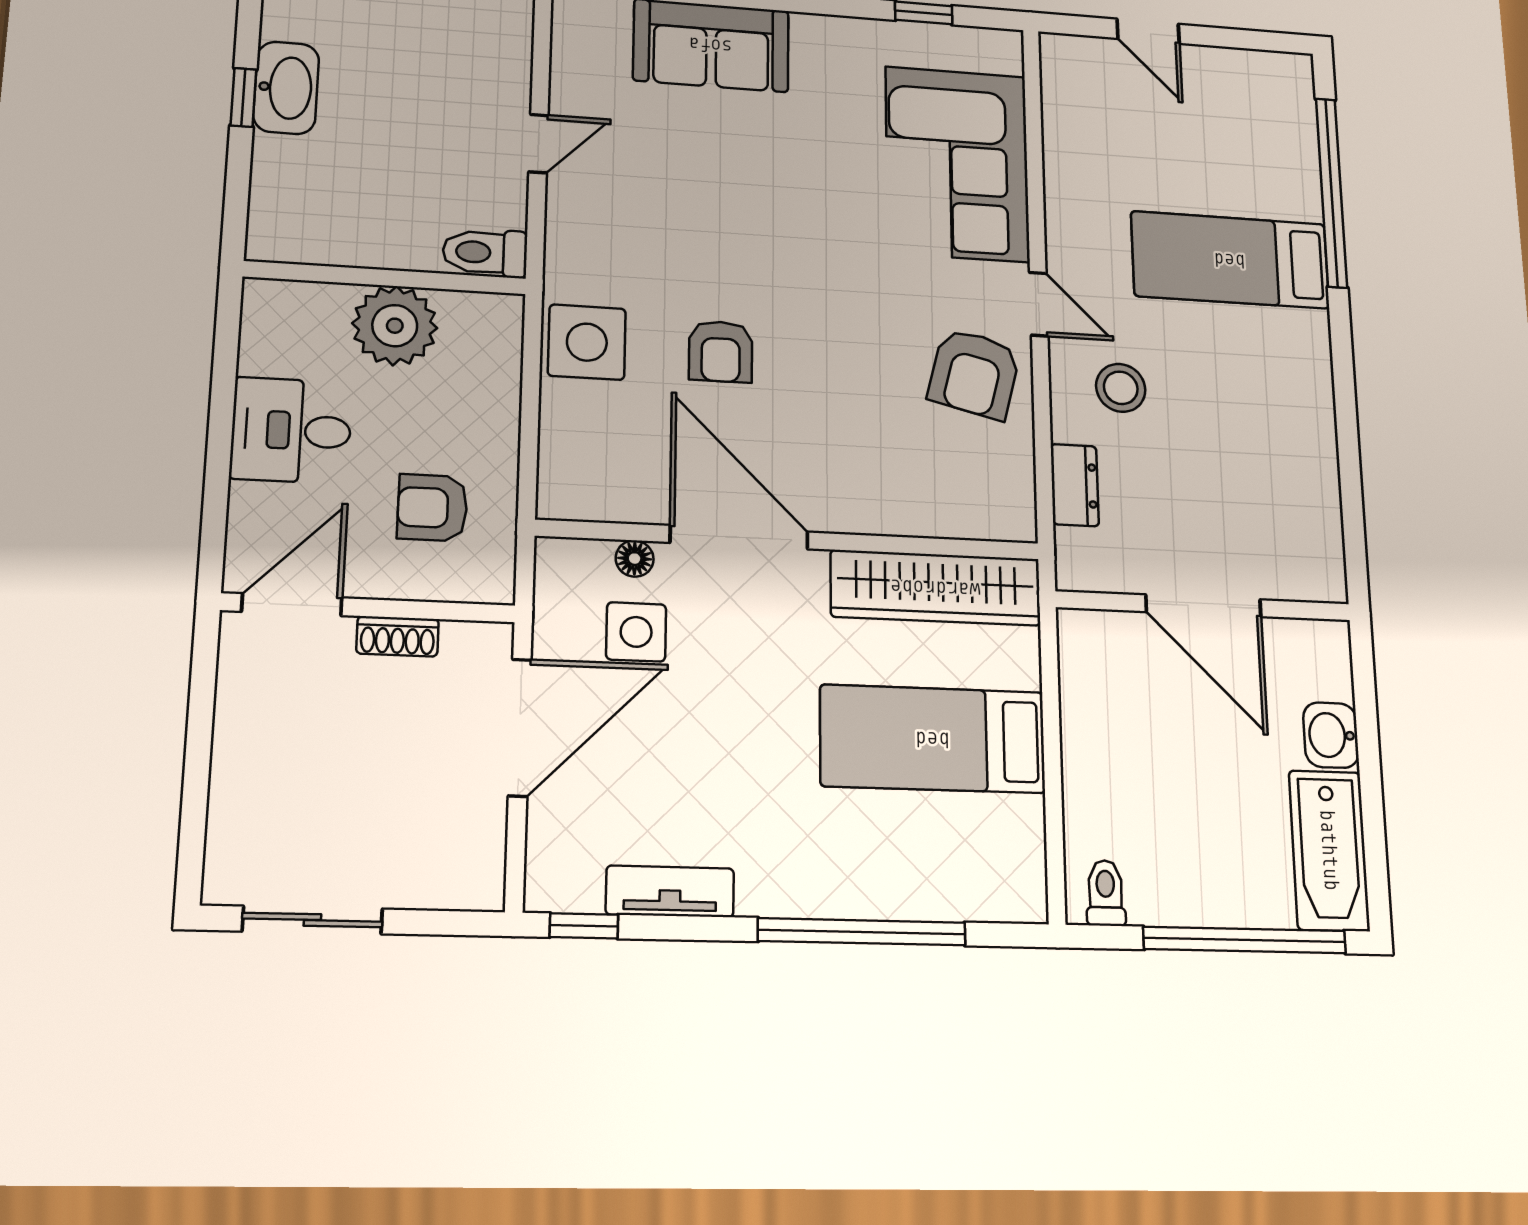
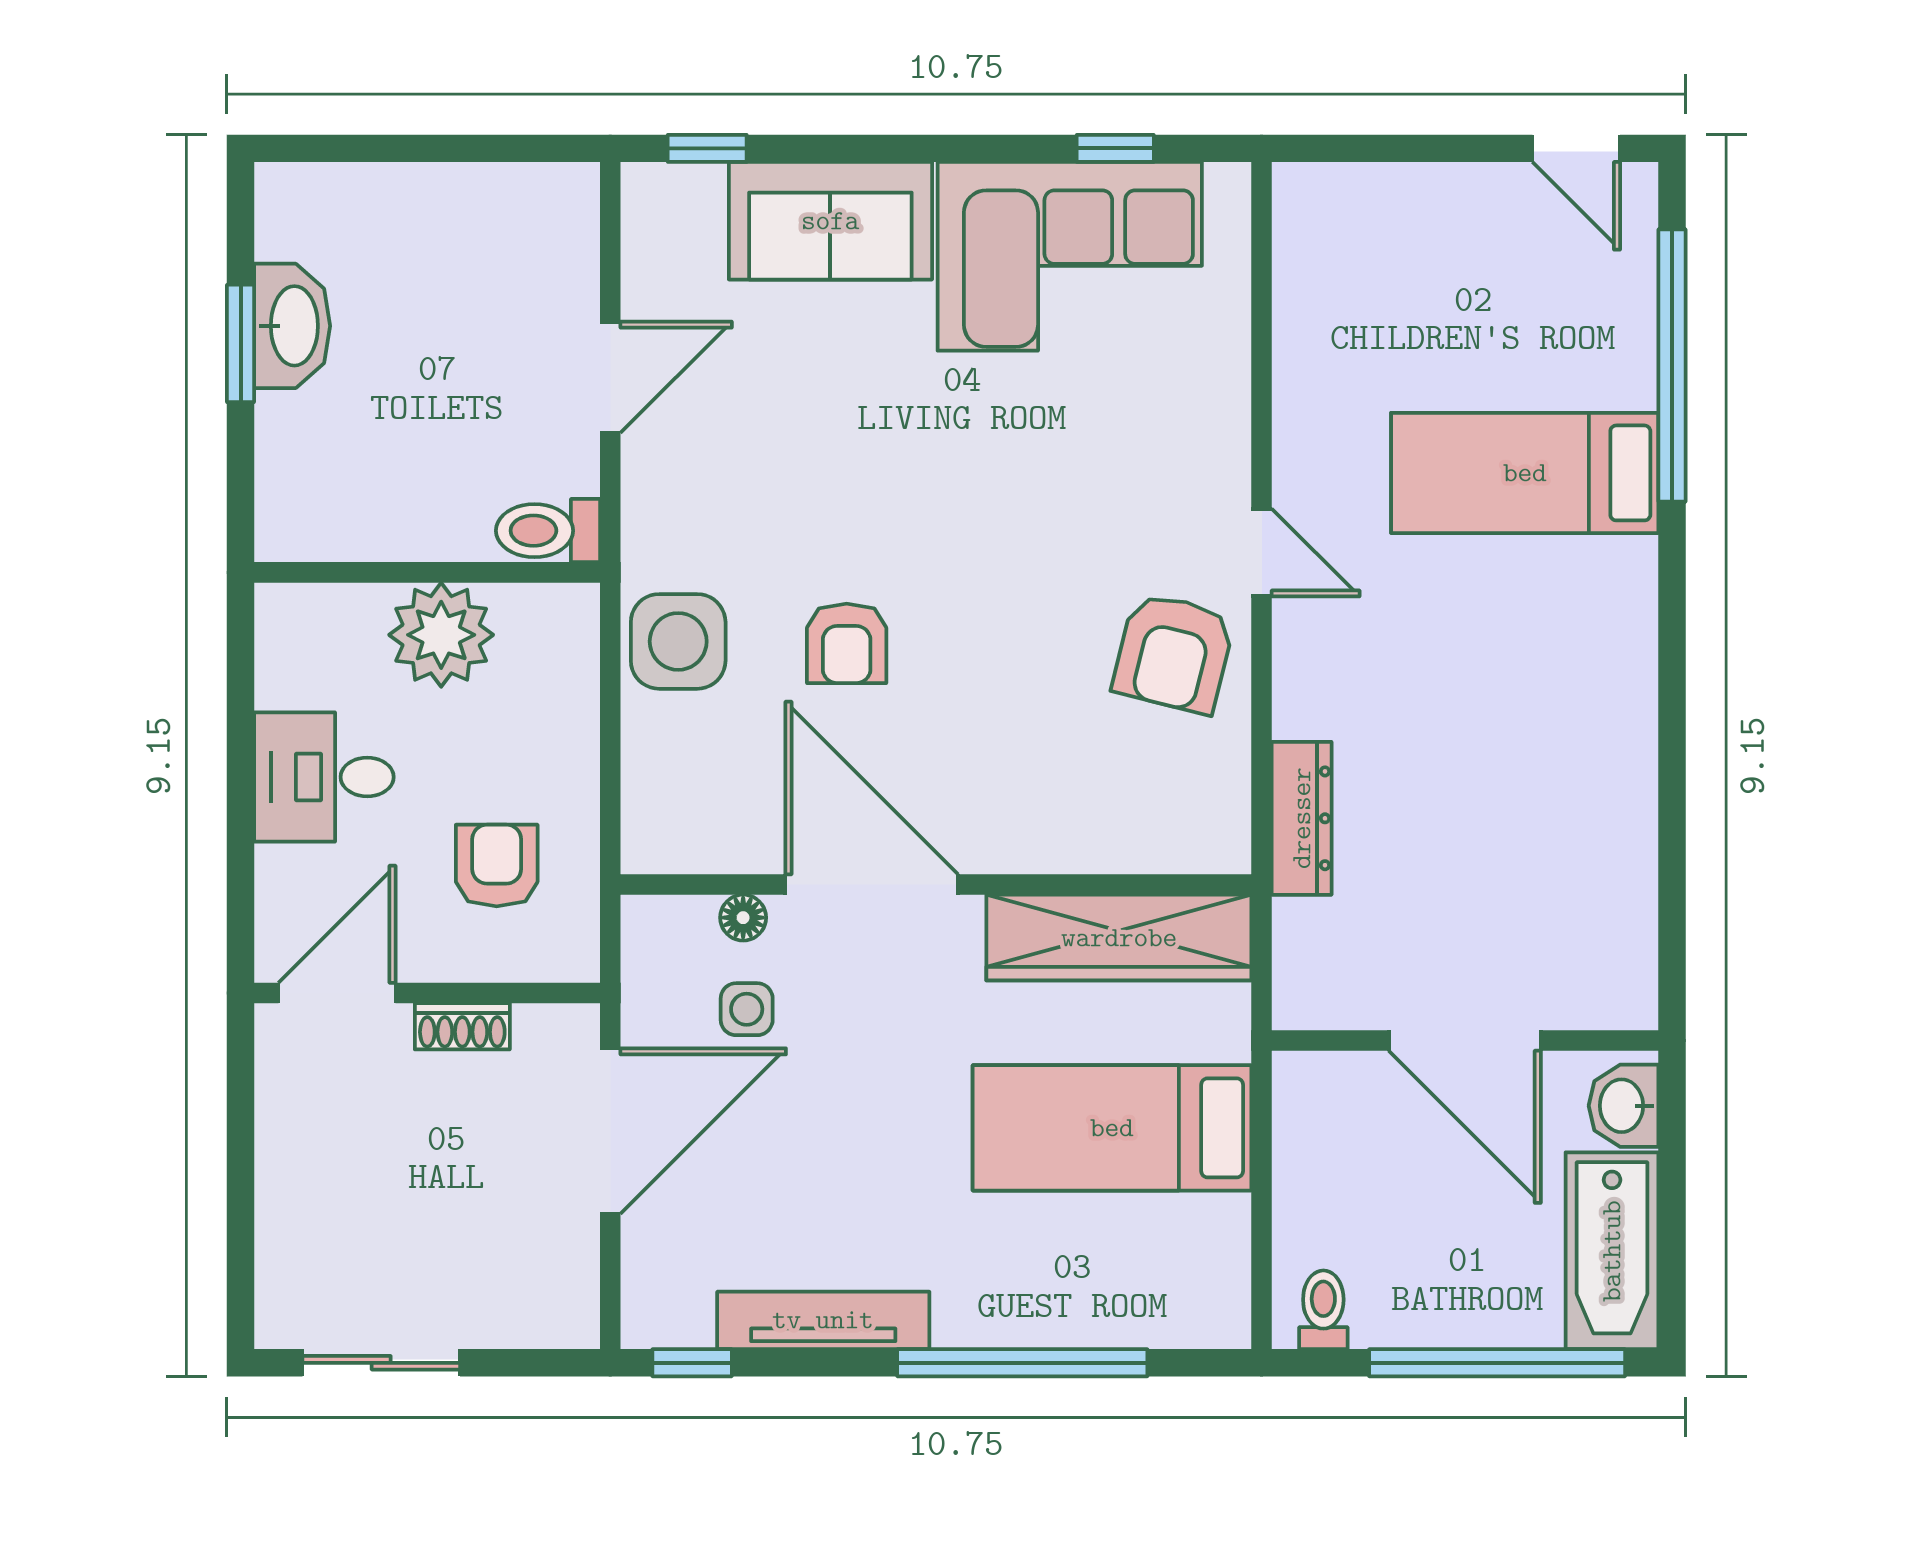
door: (1148, 31) -> (1576, 148), moved
window: (243, 98) -> (241, 343), width x1.50
door: (538, 144) -> (610, 377), width x1.38
corner sofa: (957, 164) -> (1070, 256), moved, turned -90
stool: (1121, 388) -> (1367, 661), removed
dresser: (1075, 485) -> (1302, 818), width x1.44
armchair: (432, 508) -> (497, 866), turned 90
door: (1203, 606) -> (1465, 1041), moved
wall: (1204, 606) -> (1465, 1041), moved
side table: (636, 632) -> (747, 1009), width x0.73, depth x0.73
tv unit: (670, 891) -> (823, 1320), width x1.41

